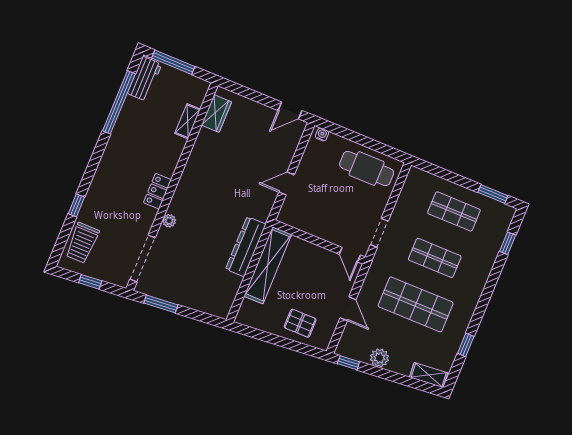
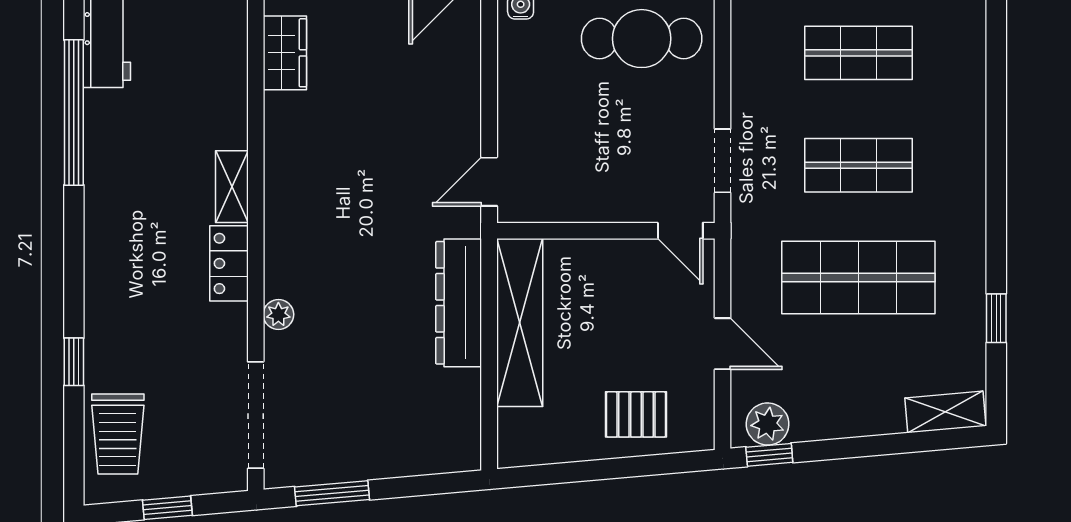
shelving: (188, 121) -> (232, 187), moved
door: (287, 183) -> (489, 182), moved
window: (508, 243) -> (996, 73), removed
plant: (379, 358) -> (768, 424), moved

